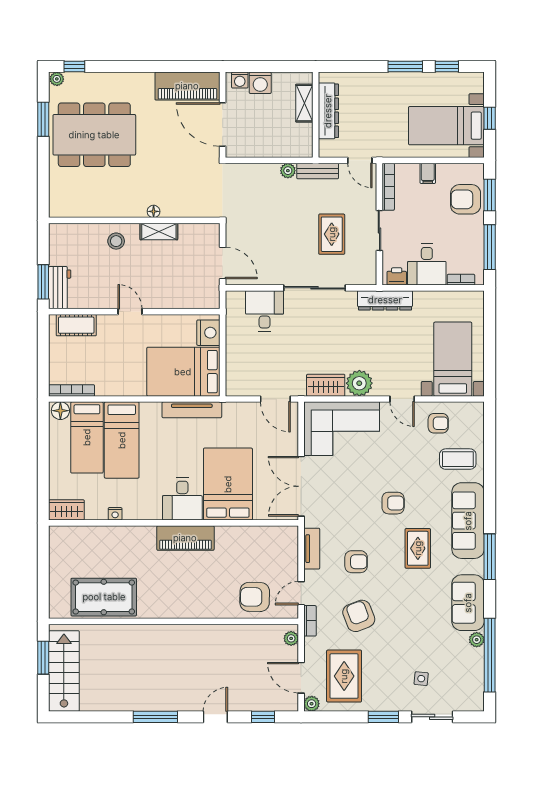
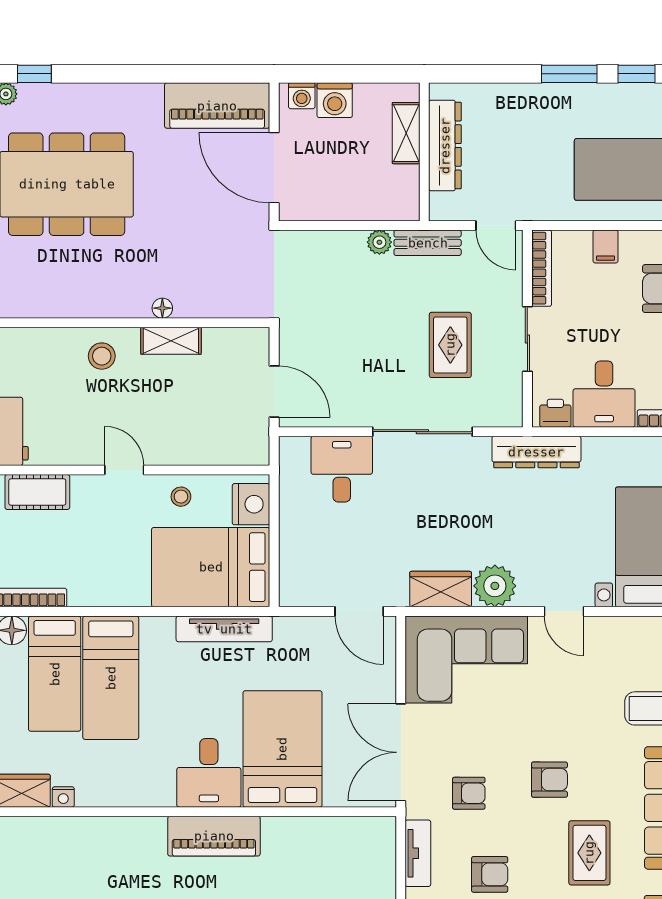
stool: (165, 328) -> (181, 497), added
armchair: (438, 423) -> (469, 793), moved
nightstand: (115, 514) -> (63, 797), moved

